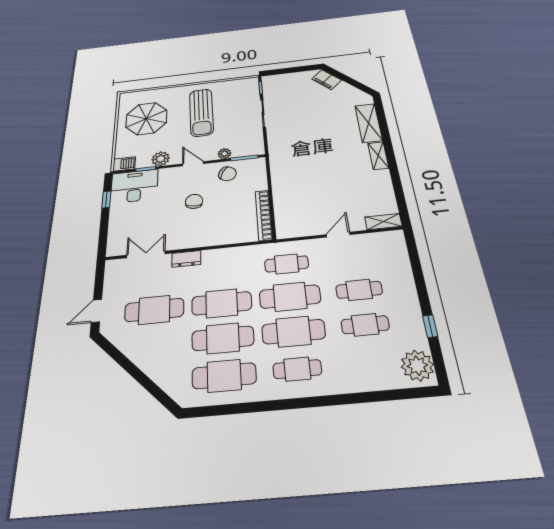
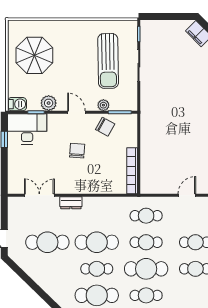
sun lounger: (201, 112) -> (108, 61), moved
cafe table: (290, 297) -> (146, 242), width x0.73, depth x0.74
cafe table: (223, 338) -> (97, 269), width x0.73, depth x0.74

